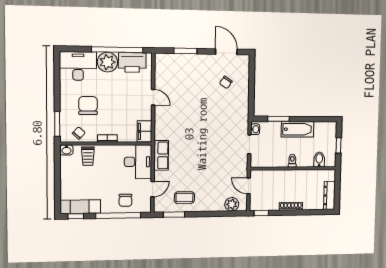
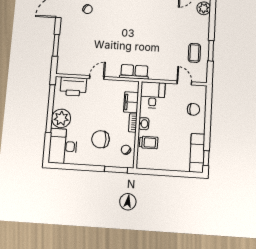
printer: (132, 62) -> (73, 86), moved, turned 90
filing cabinet: (144, 131) -> (131, 102), moved, turned 90
washbasin: (66, 150) -> (144, 124), moved
row of seats: (161, 155) -> (134, 72), moved
desk: (138, 162) -> (153, 95), width x0.73
window: (118, 215) -> (208, 117), removed
window: (174, 215) -> (211, 51), moved

